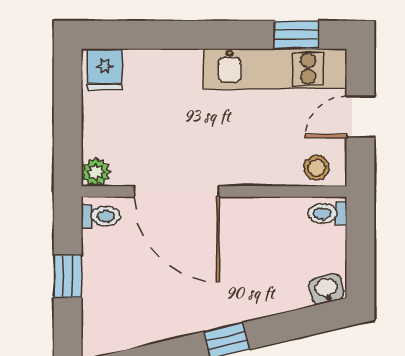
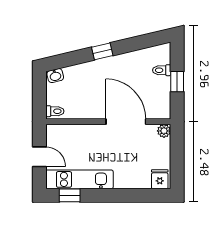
door: (360, 117) -> (39, 157), hinge flipped
stool: (316, 168) -> (60, 133), removed
toilet: (101, 216) -> (162, 70), moved

